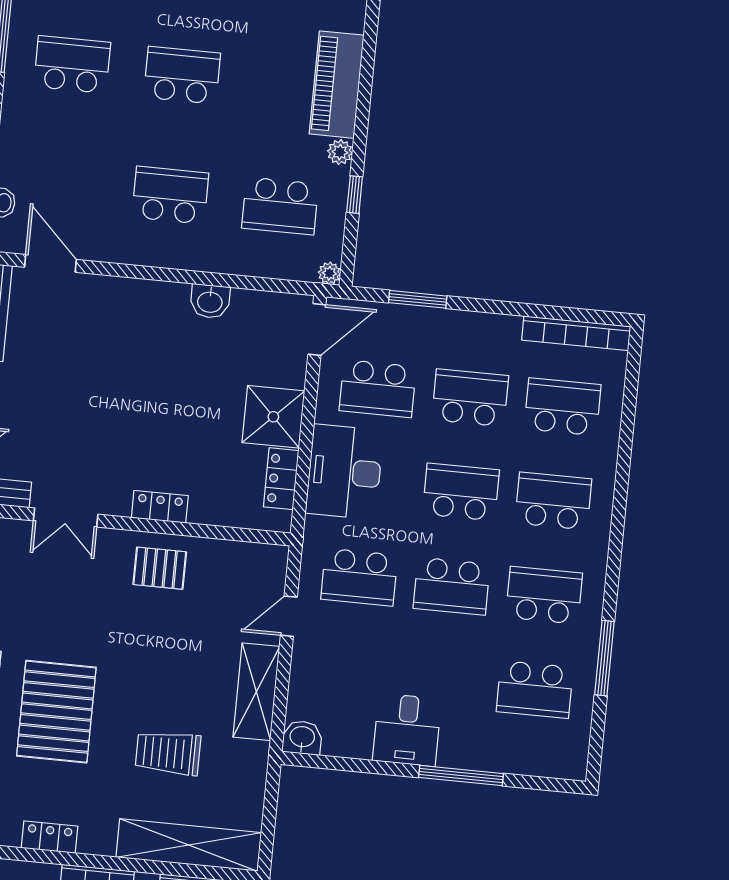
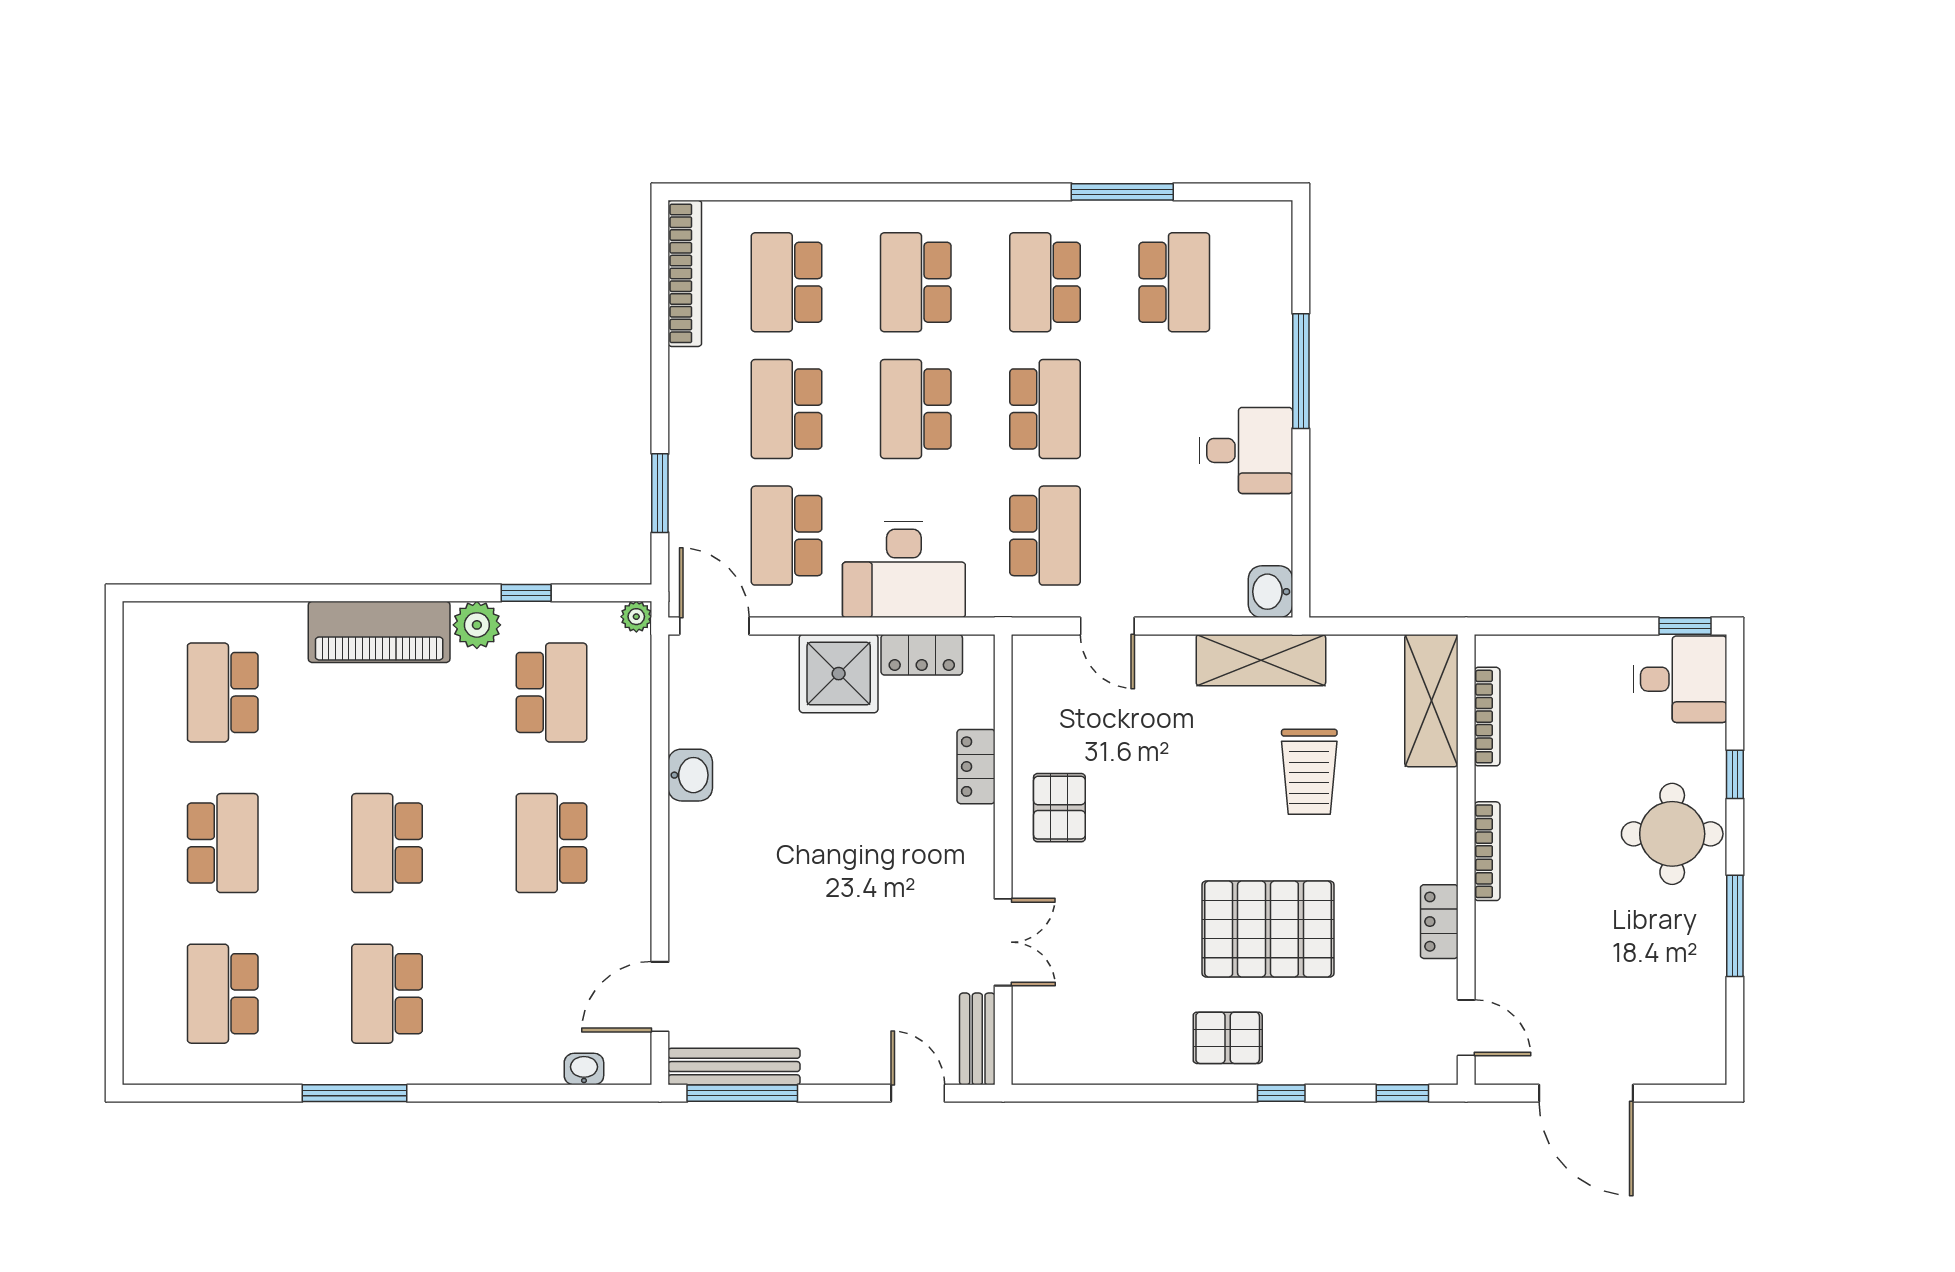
plant: (340, 152) -> (477, 625), width x1.38, depth x1.38
school desk: (378, 389) -> (787, 536), turned 180
locker: (160, 507) -> (976, 767), moved
shelving: (256, 692) -> (1261, 660), moved
shelving: (189, 845) -> (1431, 701), width x0.68

